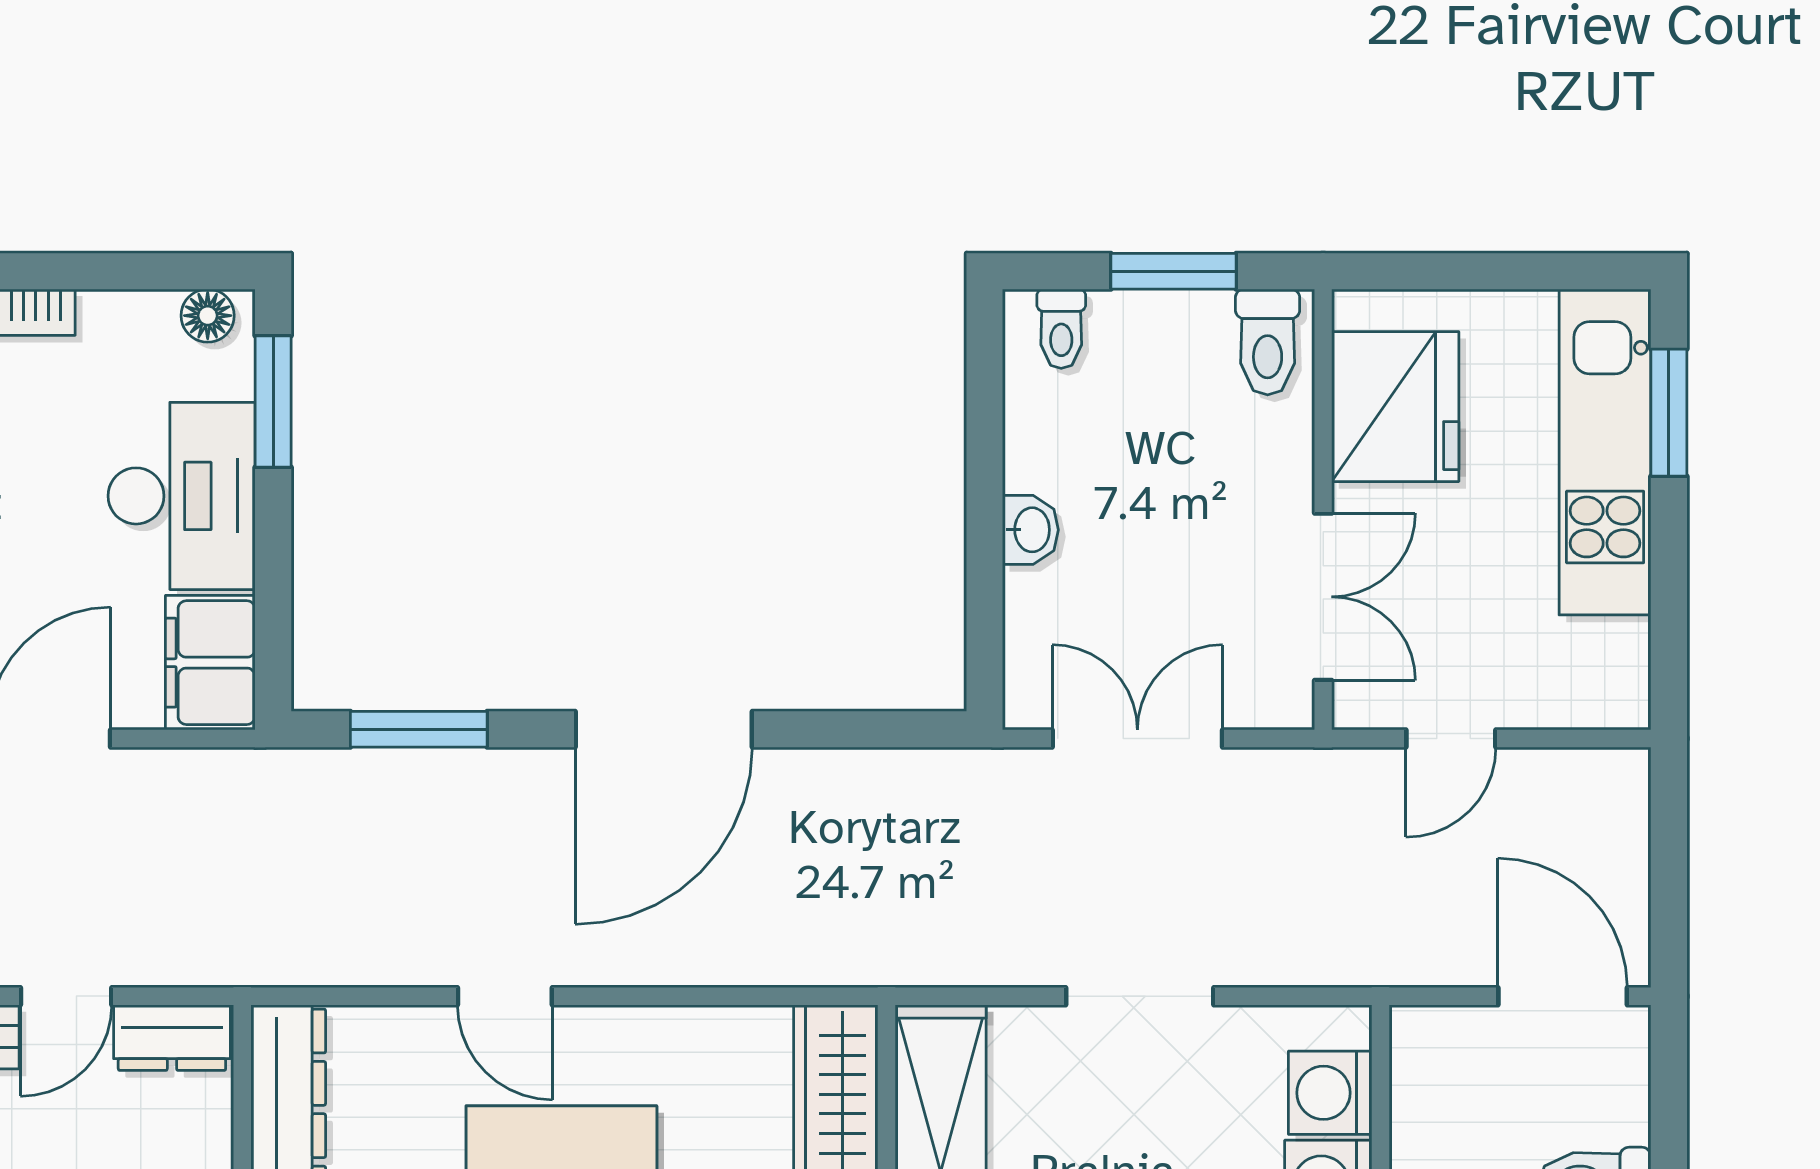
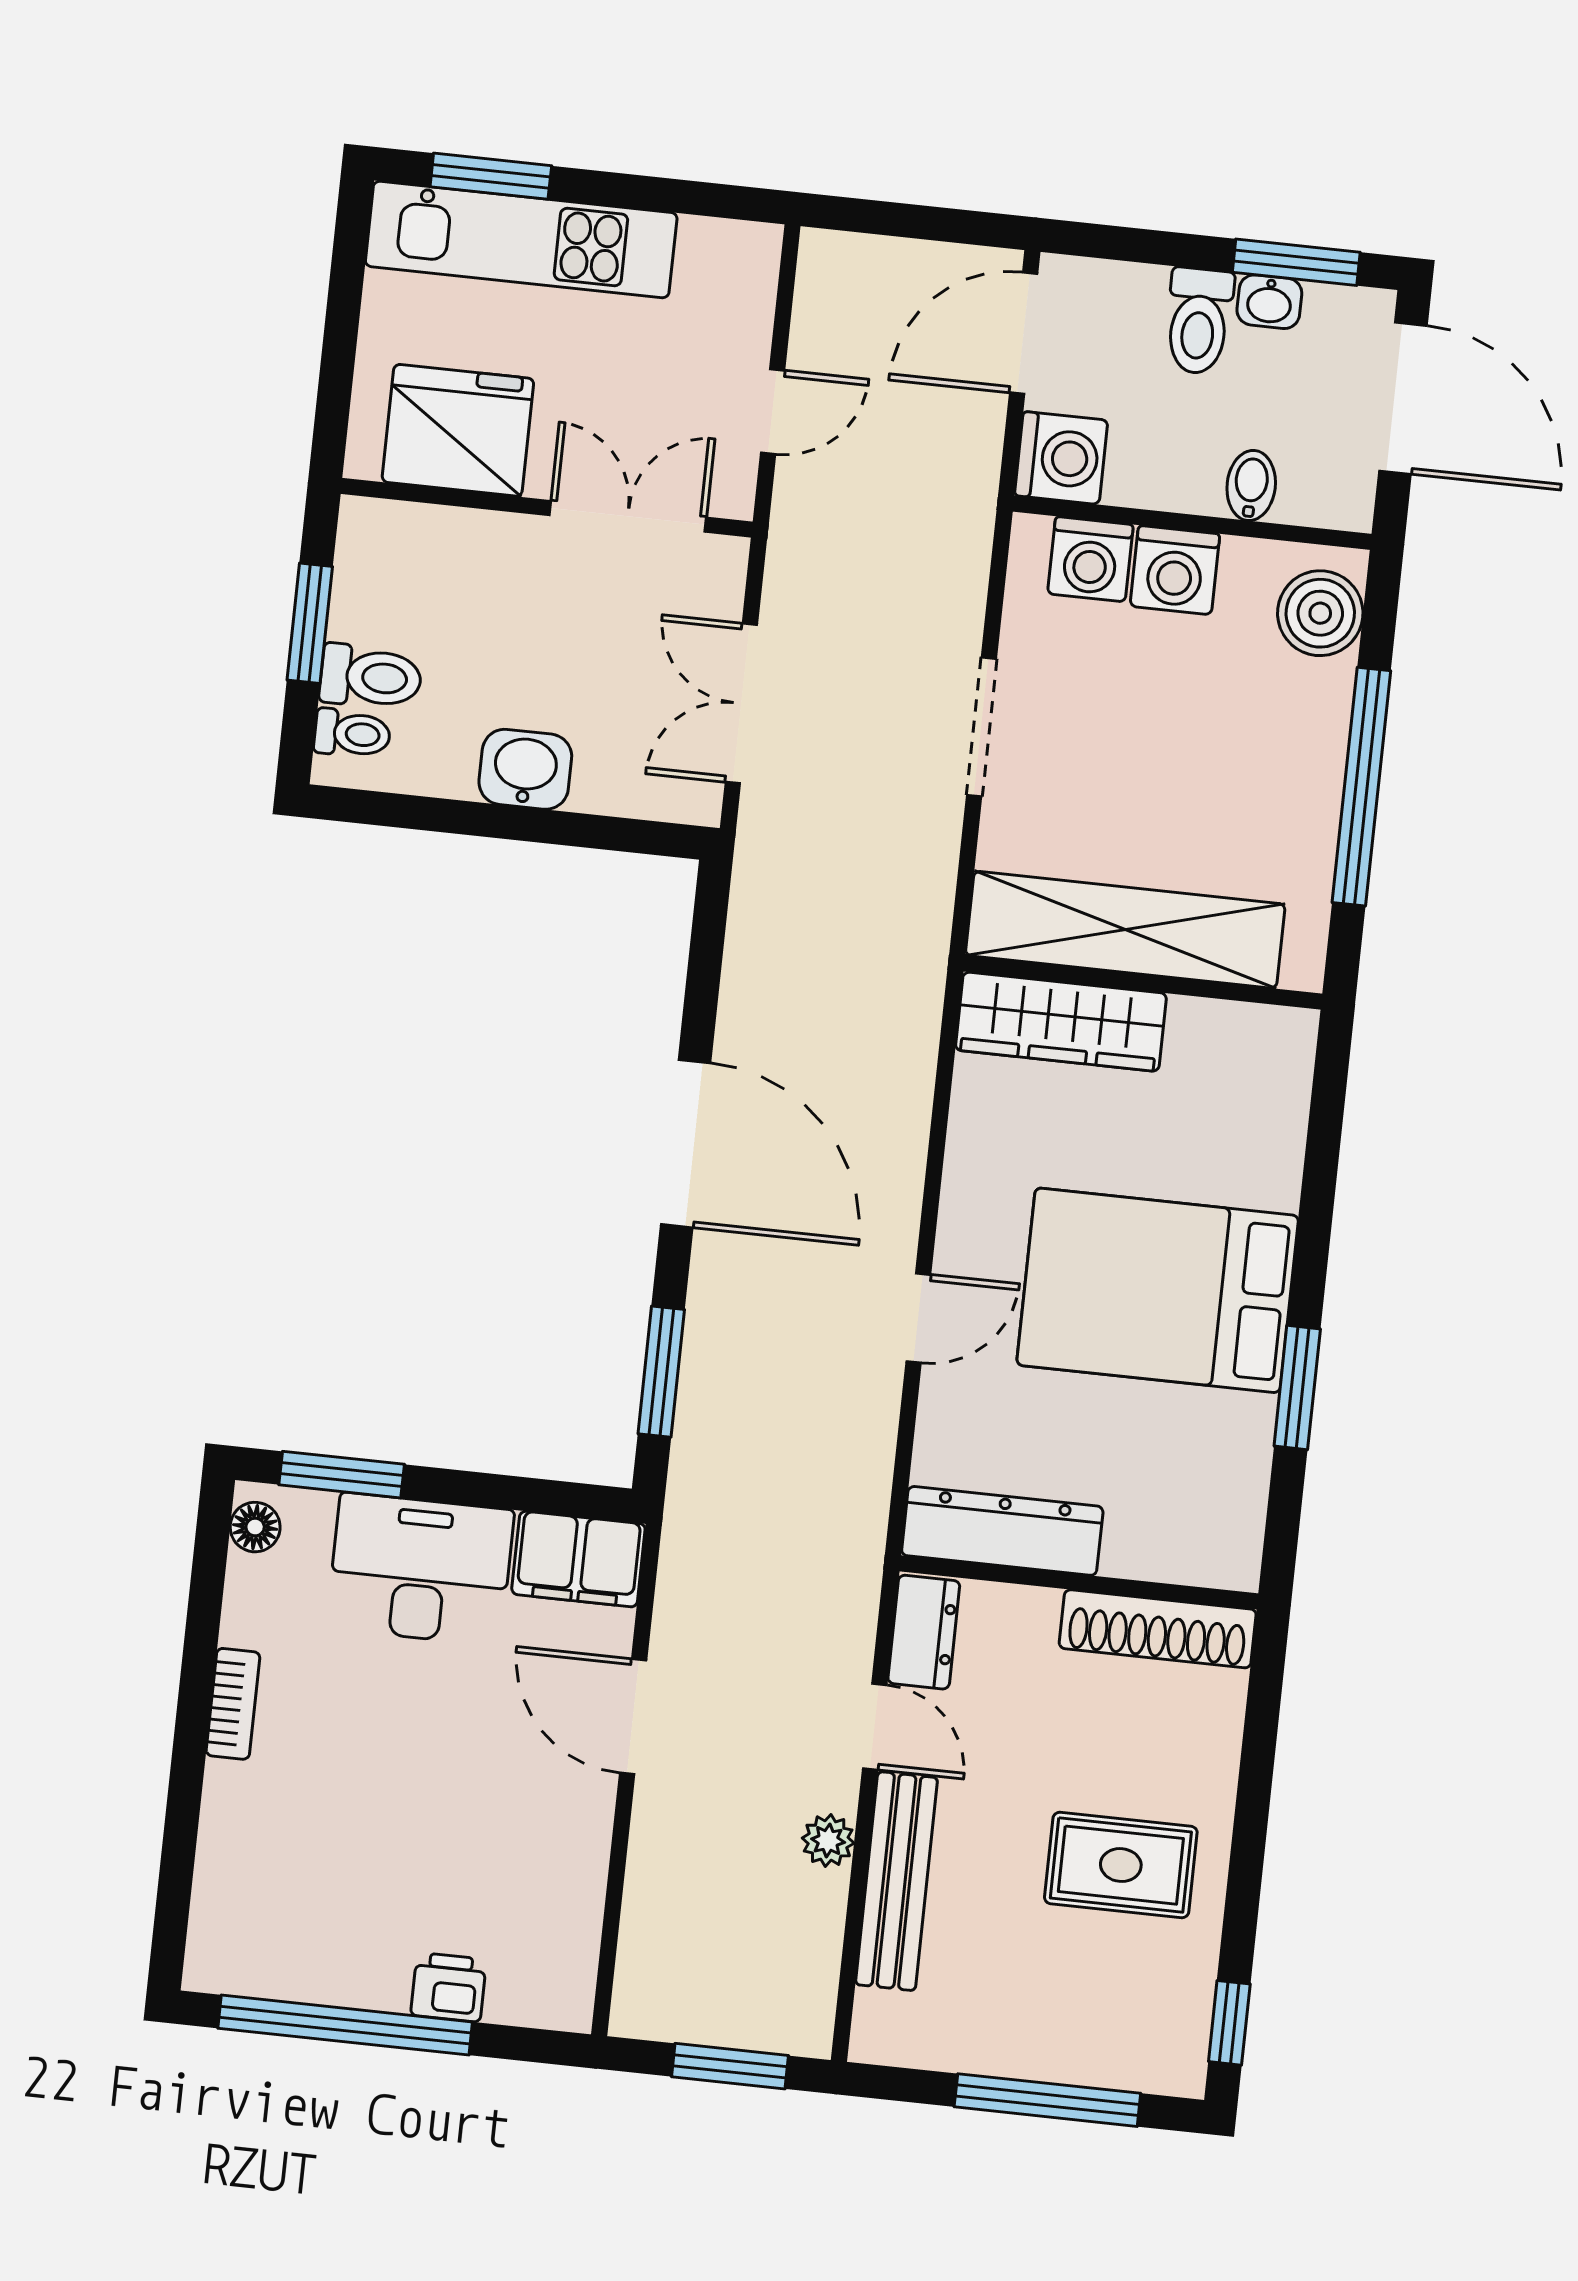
toilet: (1268, 342) -> (371, 677), moved
washbasin: (1030, 530) -> (525, 769), width x1.38, depth x1.45
door: (1451, 739) -> (773, 412), hinge flipped
washing machine: (1434, 1050) -> (1061, 458), added

